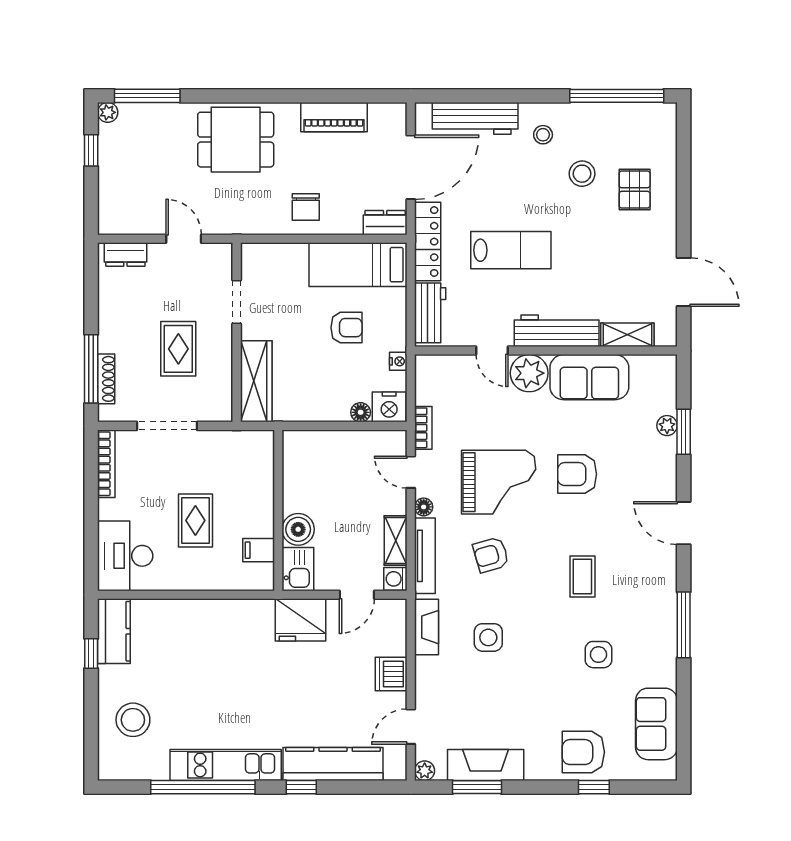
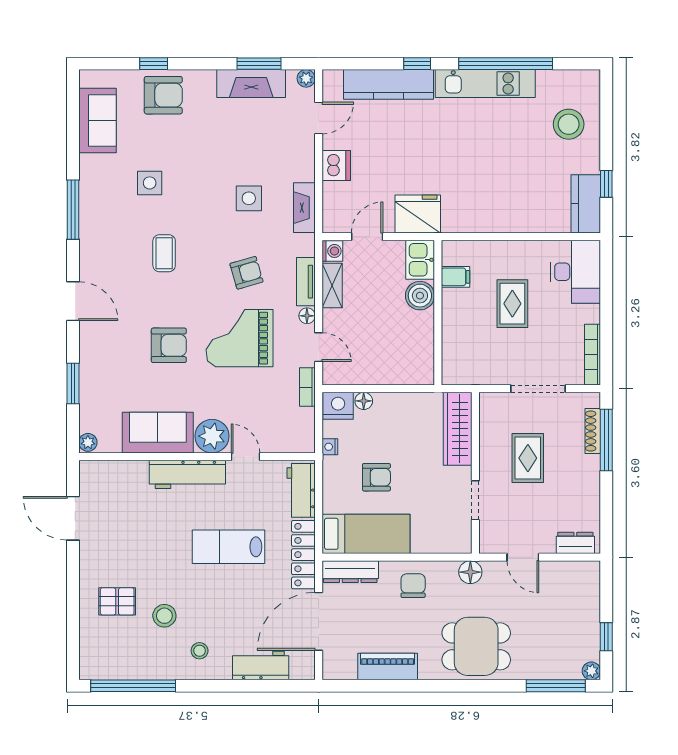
workbench: (475, 118) -> (261, 665), width x0.73
pallet: (635, 190) -> (117, 601), turned 90
floor lamp: (242, 222) -> (470, 572), added
dresser: (385, 223) -> (350, 572), width x1.44
armchair: (346, 328) -> (376, 477), turned 180
shelving: (627, 335) -> (124, 471), removed
plant: (667, 426) -> (88, 442), moved
tv unit: (425, 556) -> (306, 282), width x0.71

